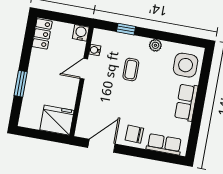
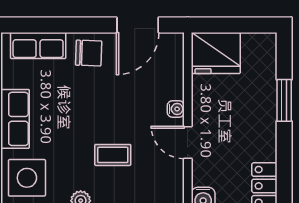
water cooler: (95, 50) -> (176, 109), moved
door: (84, 69) -> (188, 142), swing flipped
coffee table: (131, 70) -> (113, 155), turned 90

